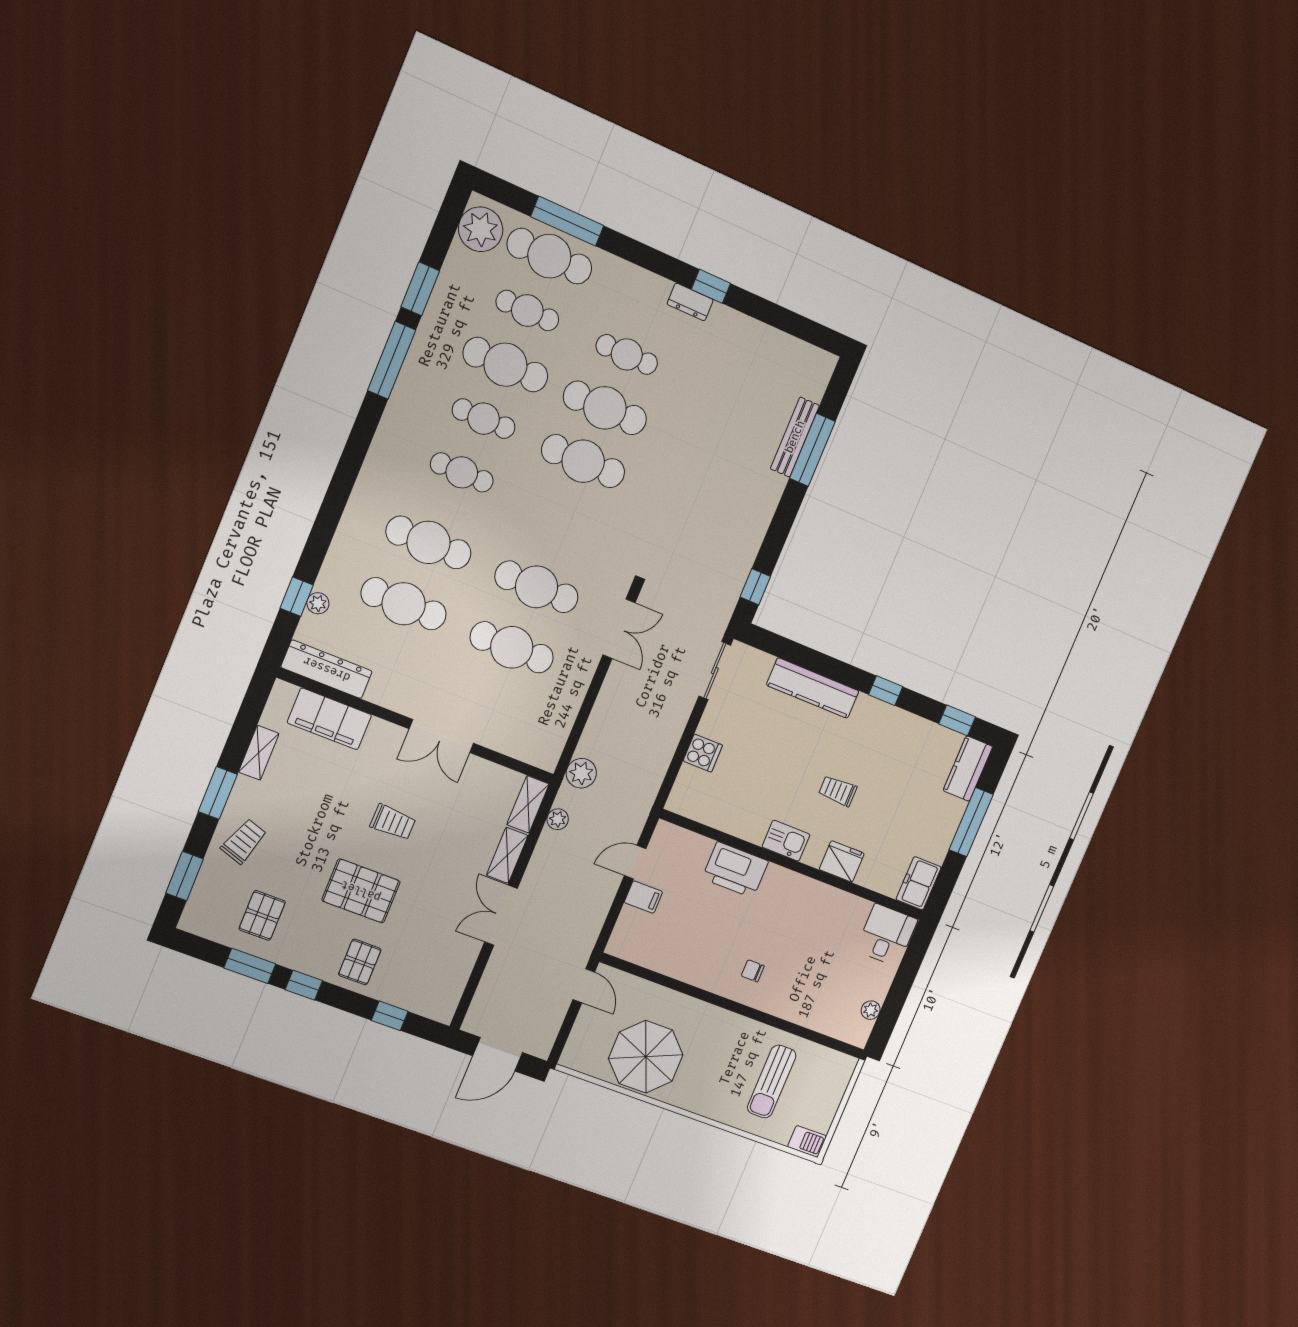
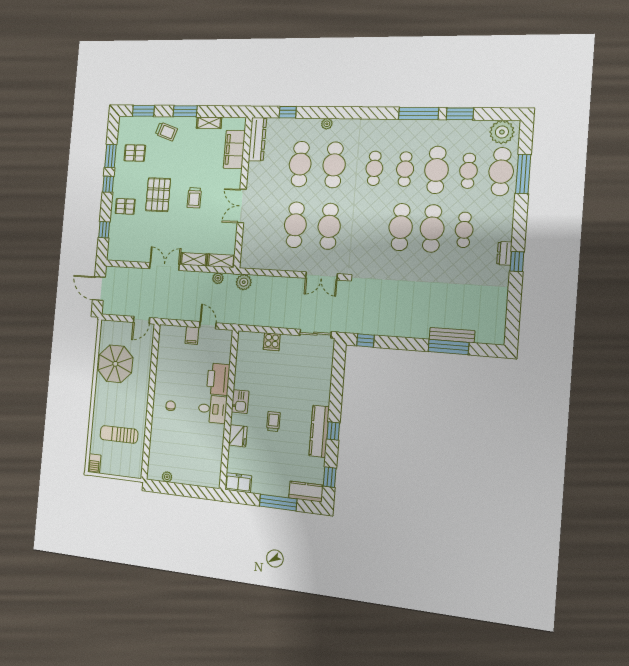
plant: (318, 603) -> (327, 124), moved
kitchen counter: (813, 688) -> (319, 431), moved
desk: (886, 935) -> (212, 409), moved

